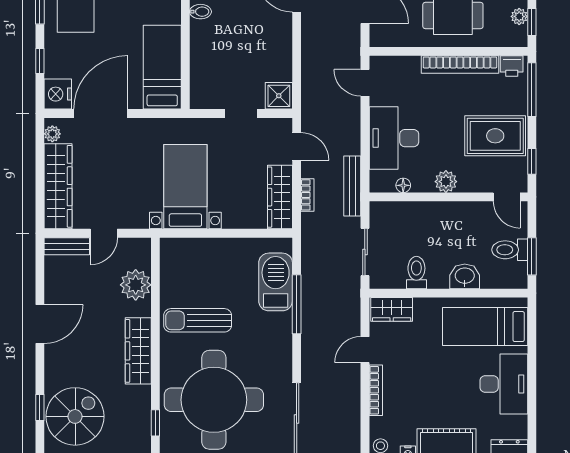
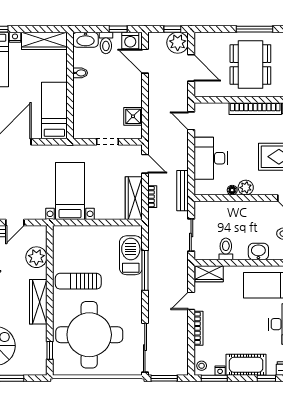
shower: (279, 96) -> (133, 116), moved
floor lamp: (403, 185) -> (232, 190), moved

